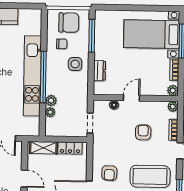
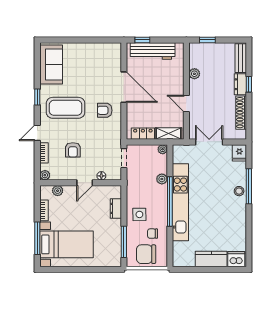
plant: (173, 90) -> (58, 191), moved
plant: (50, 112) -> (163, 149), moved
armchair: (109, 173) -> (105, 110), turned -92

